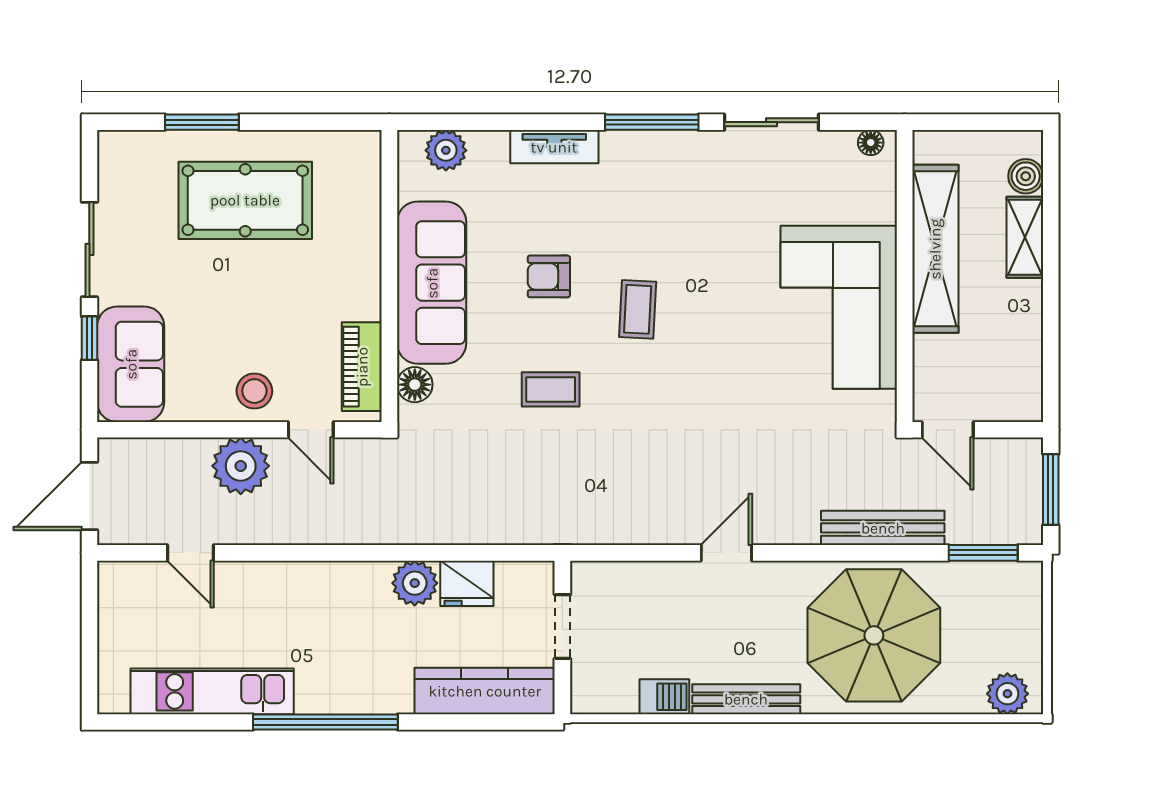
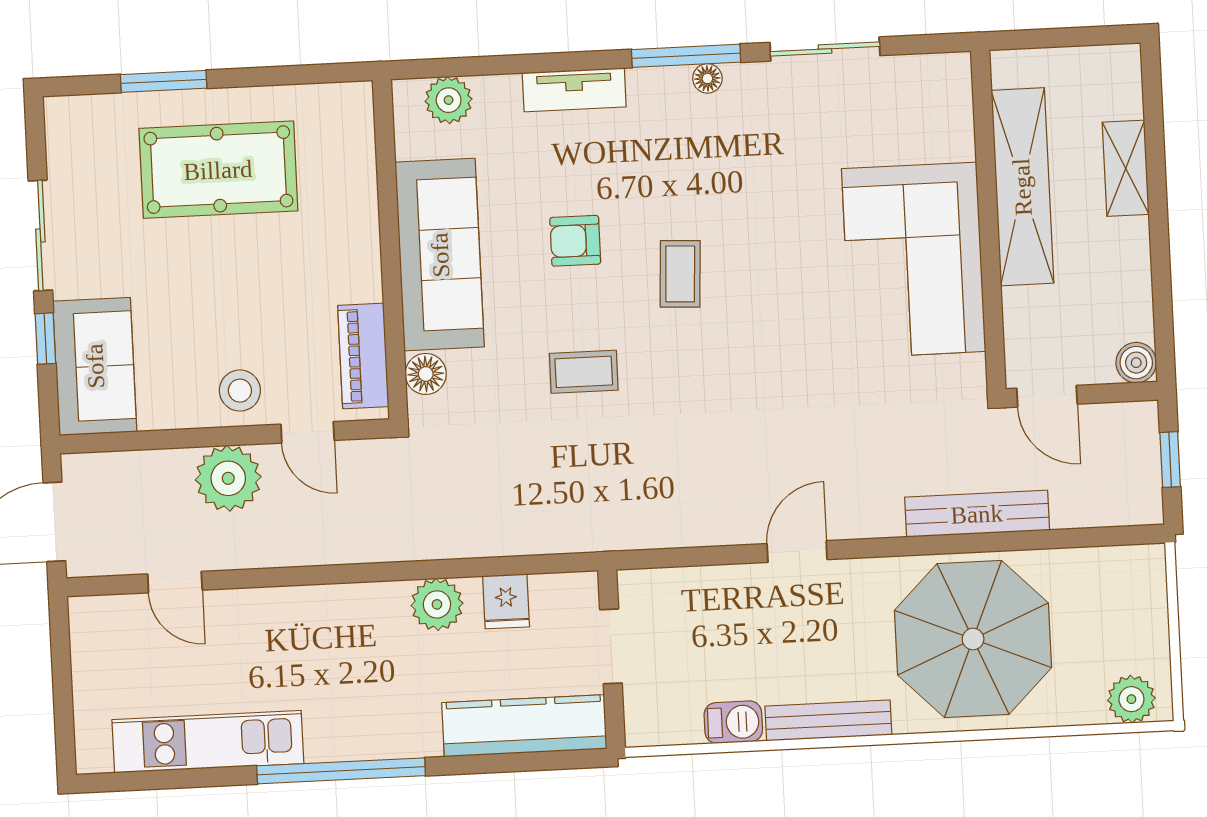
floor lamp: (871, 143) -> (707, 78), moved
boiler: (1026, 176) -> (1136, 363), moved
window: (1051, 489) -> (1170, 460), width x0.67
window: (983, 553) -> (1095, 537), removed
fridge: (467, 583) -> (506, 601), width x0.72

